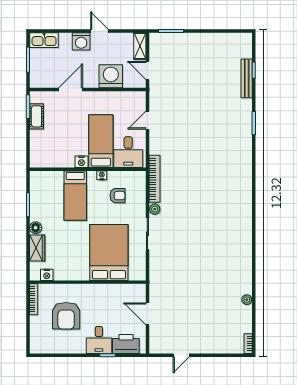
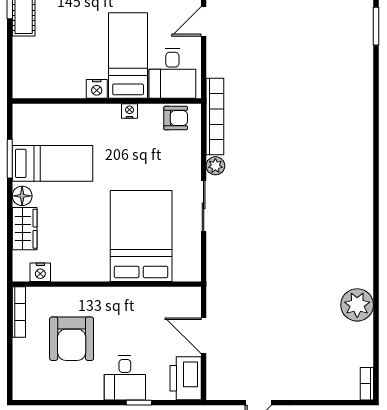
bed: (75, 196) -> (53, 163), moved, turned -90
armchair: (117, 196) -> (176, 118), moved
plant: (247, 300) -> (357, 305), width x1.88, depth x1.88
printer: (126, 344) -> (186, 378), moved, turned -90

